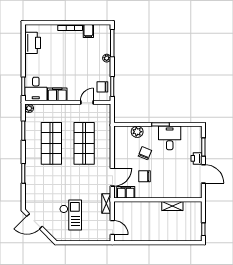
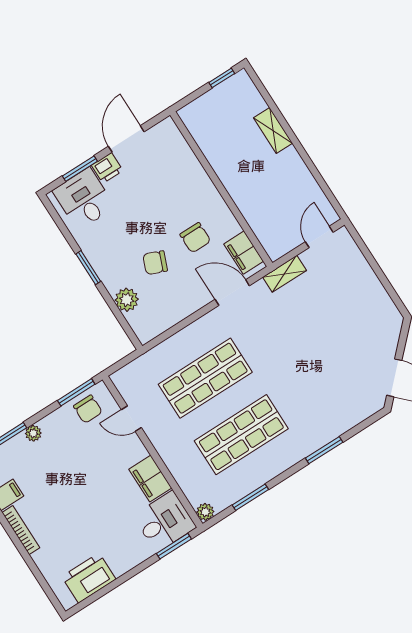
desk: (170, 138) -> (84, 199), moved, turned 90
shelving: (172, 206) -> (273, 131), moved
checkout: (71, 215) -> (344, 322), removed

